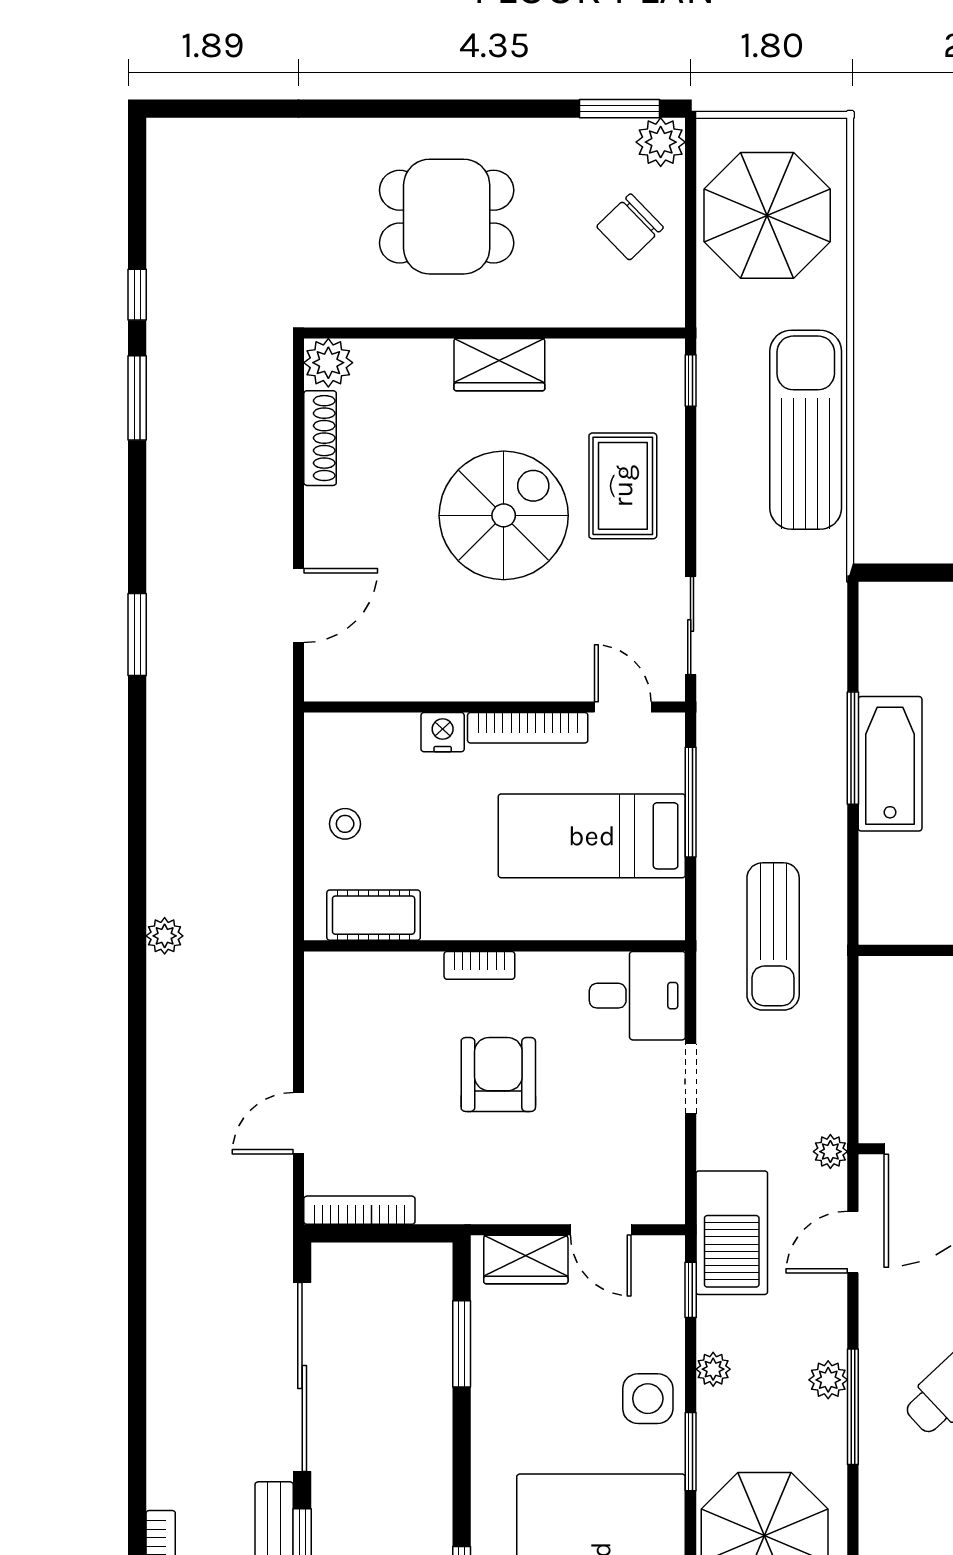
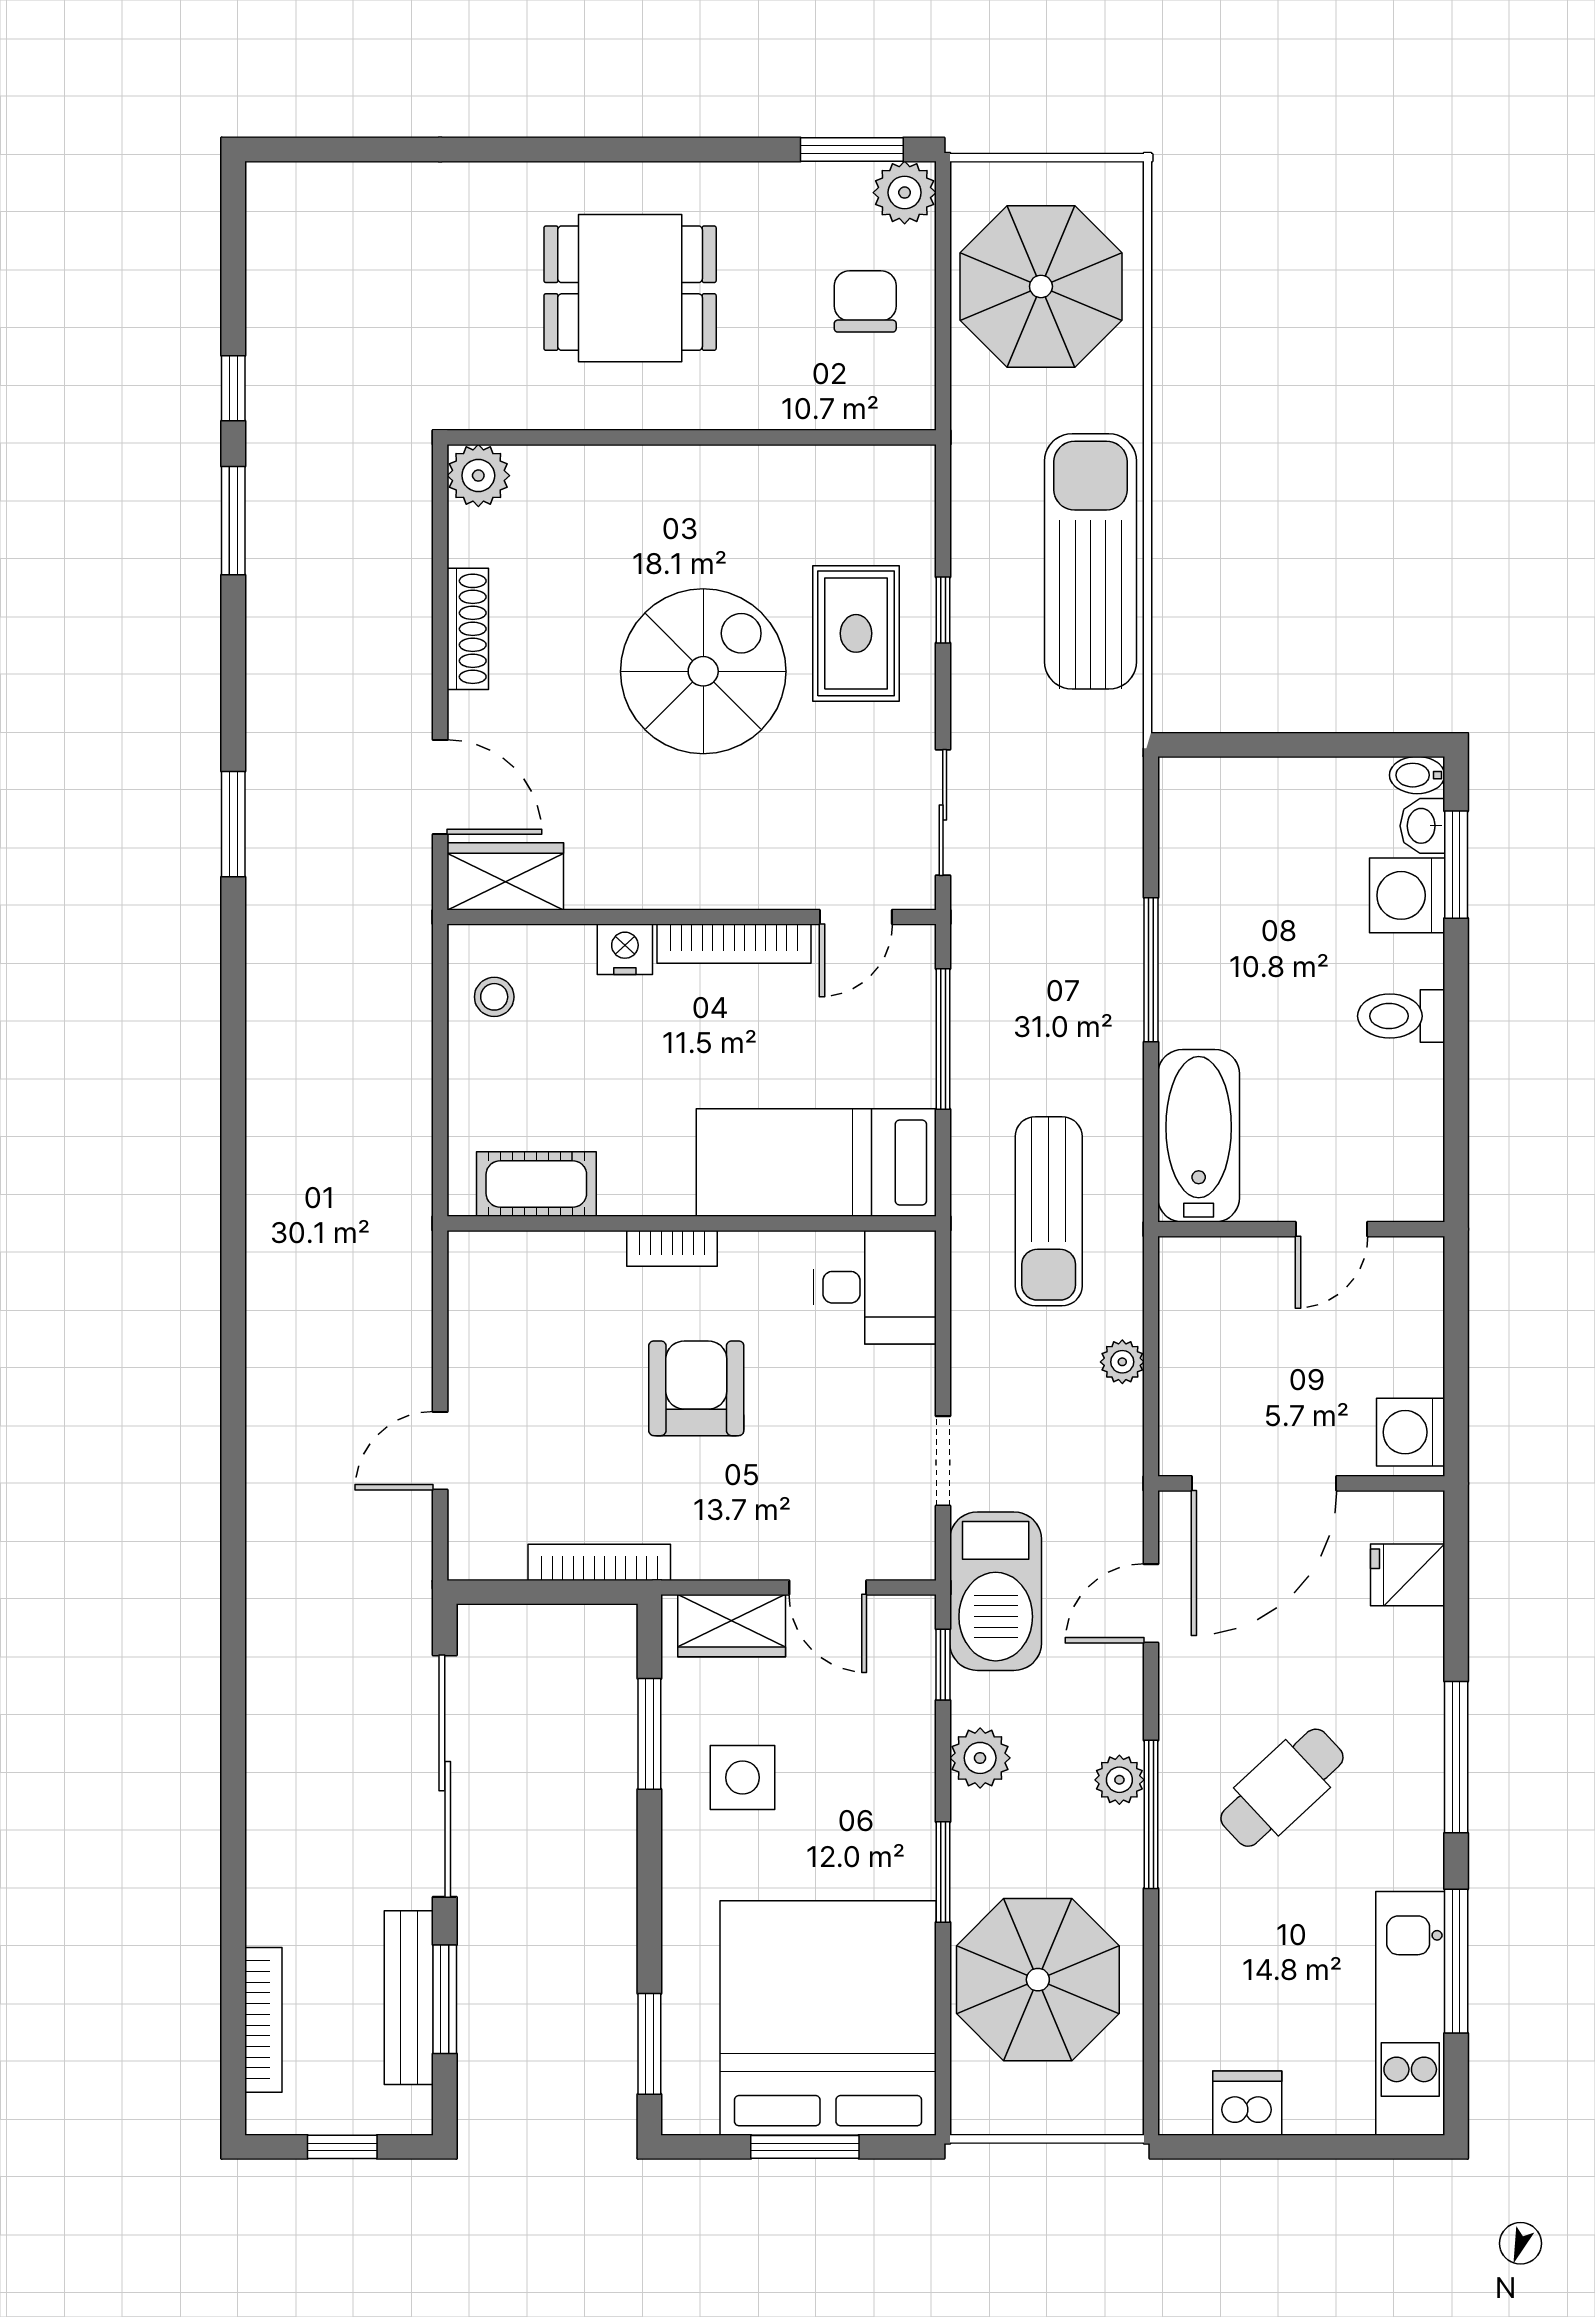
chair: (630, 227) -> (865, 301), turned 134
wardrobe: (499, 365) -> (505, 876), moved, turned 180
window: (691, 381) -> (943, 610), moved
shoe rack: (320, 438) -> (468, 629), moved
door: (299, 606) -> (440, 787), hinge flipped
door: (623, 707) -> (856, 917), swing flipped
bathtub: (890, 764) -> (1199, 1136), moved
stool: (345, 824) -> (494, 997), moved
bed: (592, 836) -> (816, 1162), moved
plant: (165, 936) -> (268, 1210), removed
doorway: (691, 1079) -> (943, 1461), moved
plant: (830, 1152) -> (1122, 1362), moved
bookcase: (359, 1210) -> (599, 1562), moved
plant: (713, 1369) -> (980, 1758), width x1.38, depth x1.38
side table: (648, 1399) -> (743, 1778), moved

